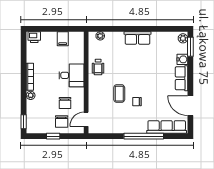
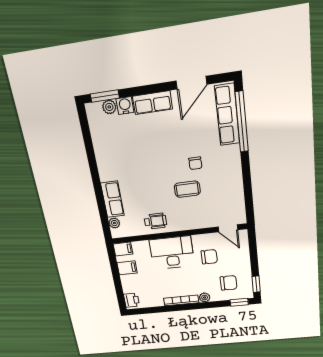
row of seats: (138, 38) -> (112, 199), moved
plant: (183, 38) -> (109, 107), moved
filing cabinet: (79, 39) -> (123, 249), added
desk: (71, 75) -> (172, 253), width x1.37
chair: (62, 121) -> (229, 283), moved
window: (53, 136) -> (256, 284), moved
window: (144, 136) -> (242, 122), moved

